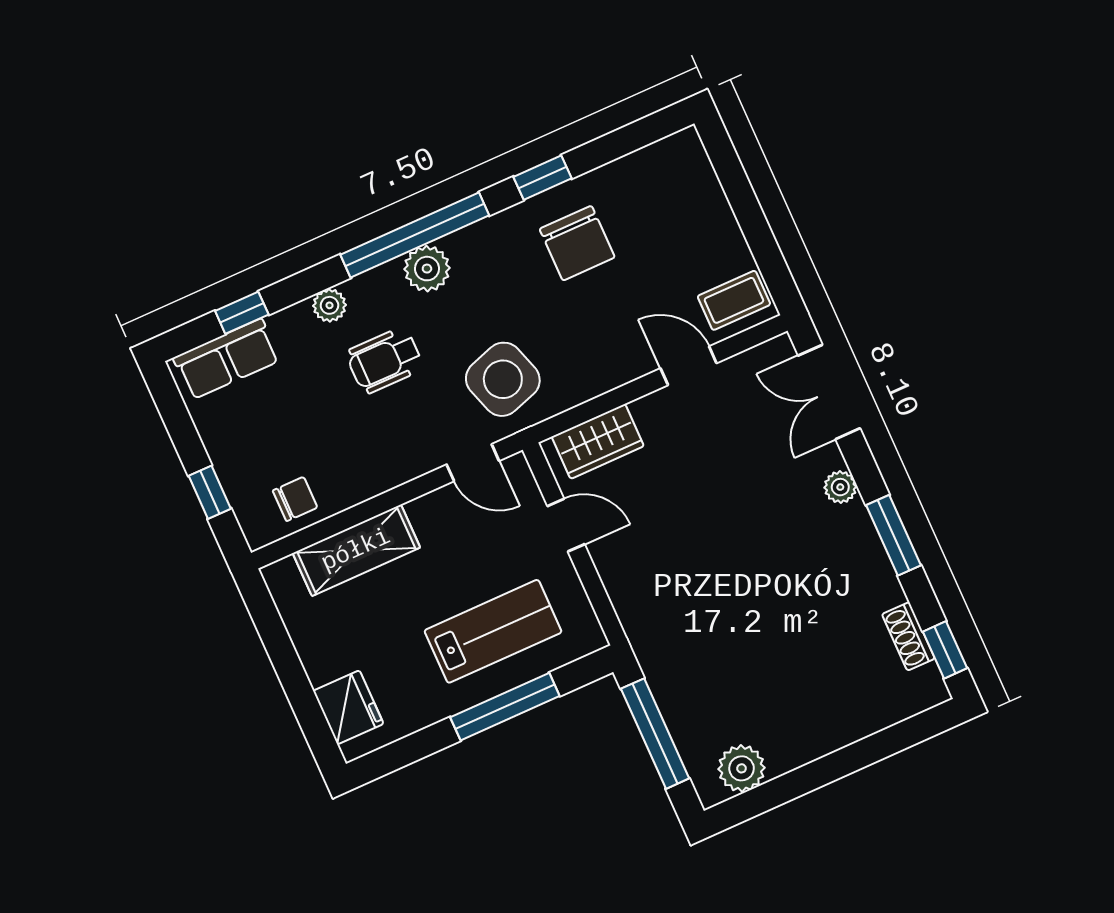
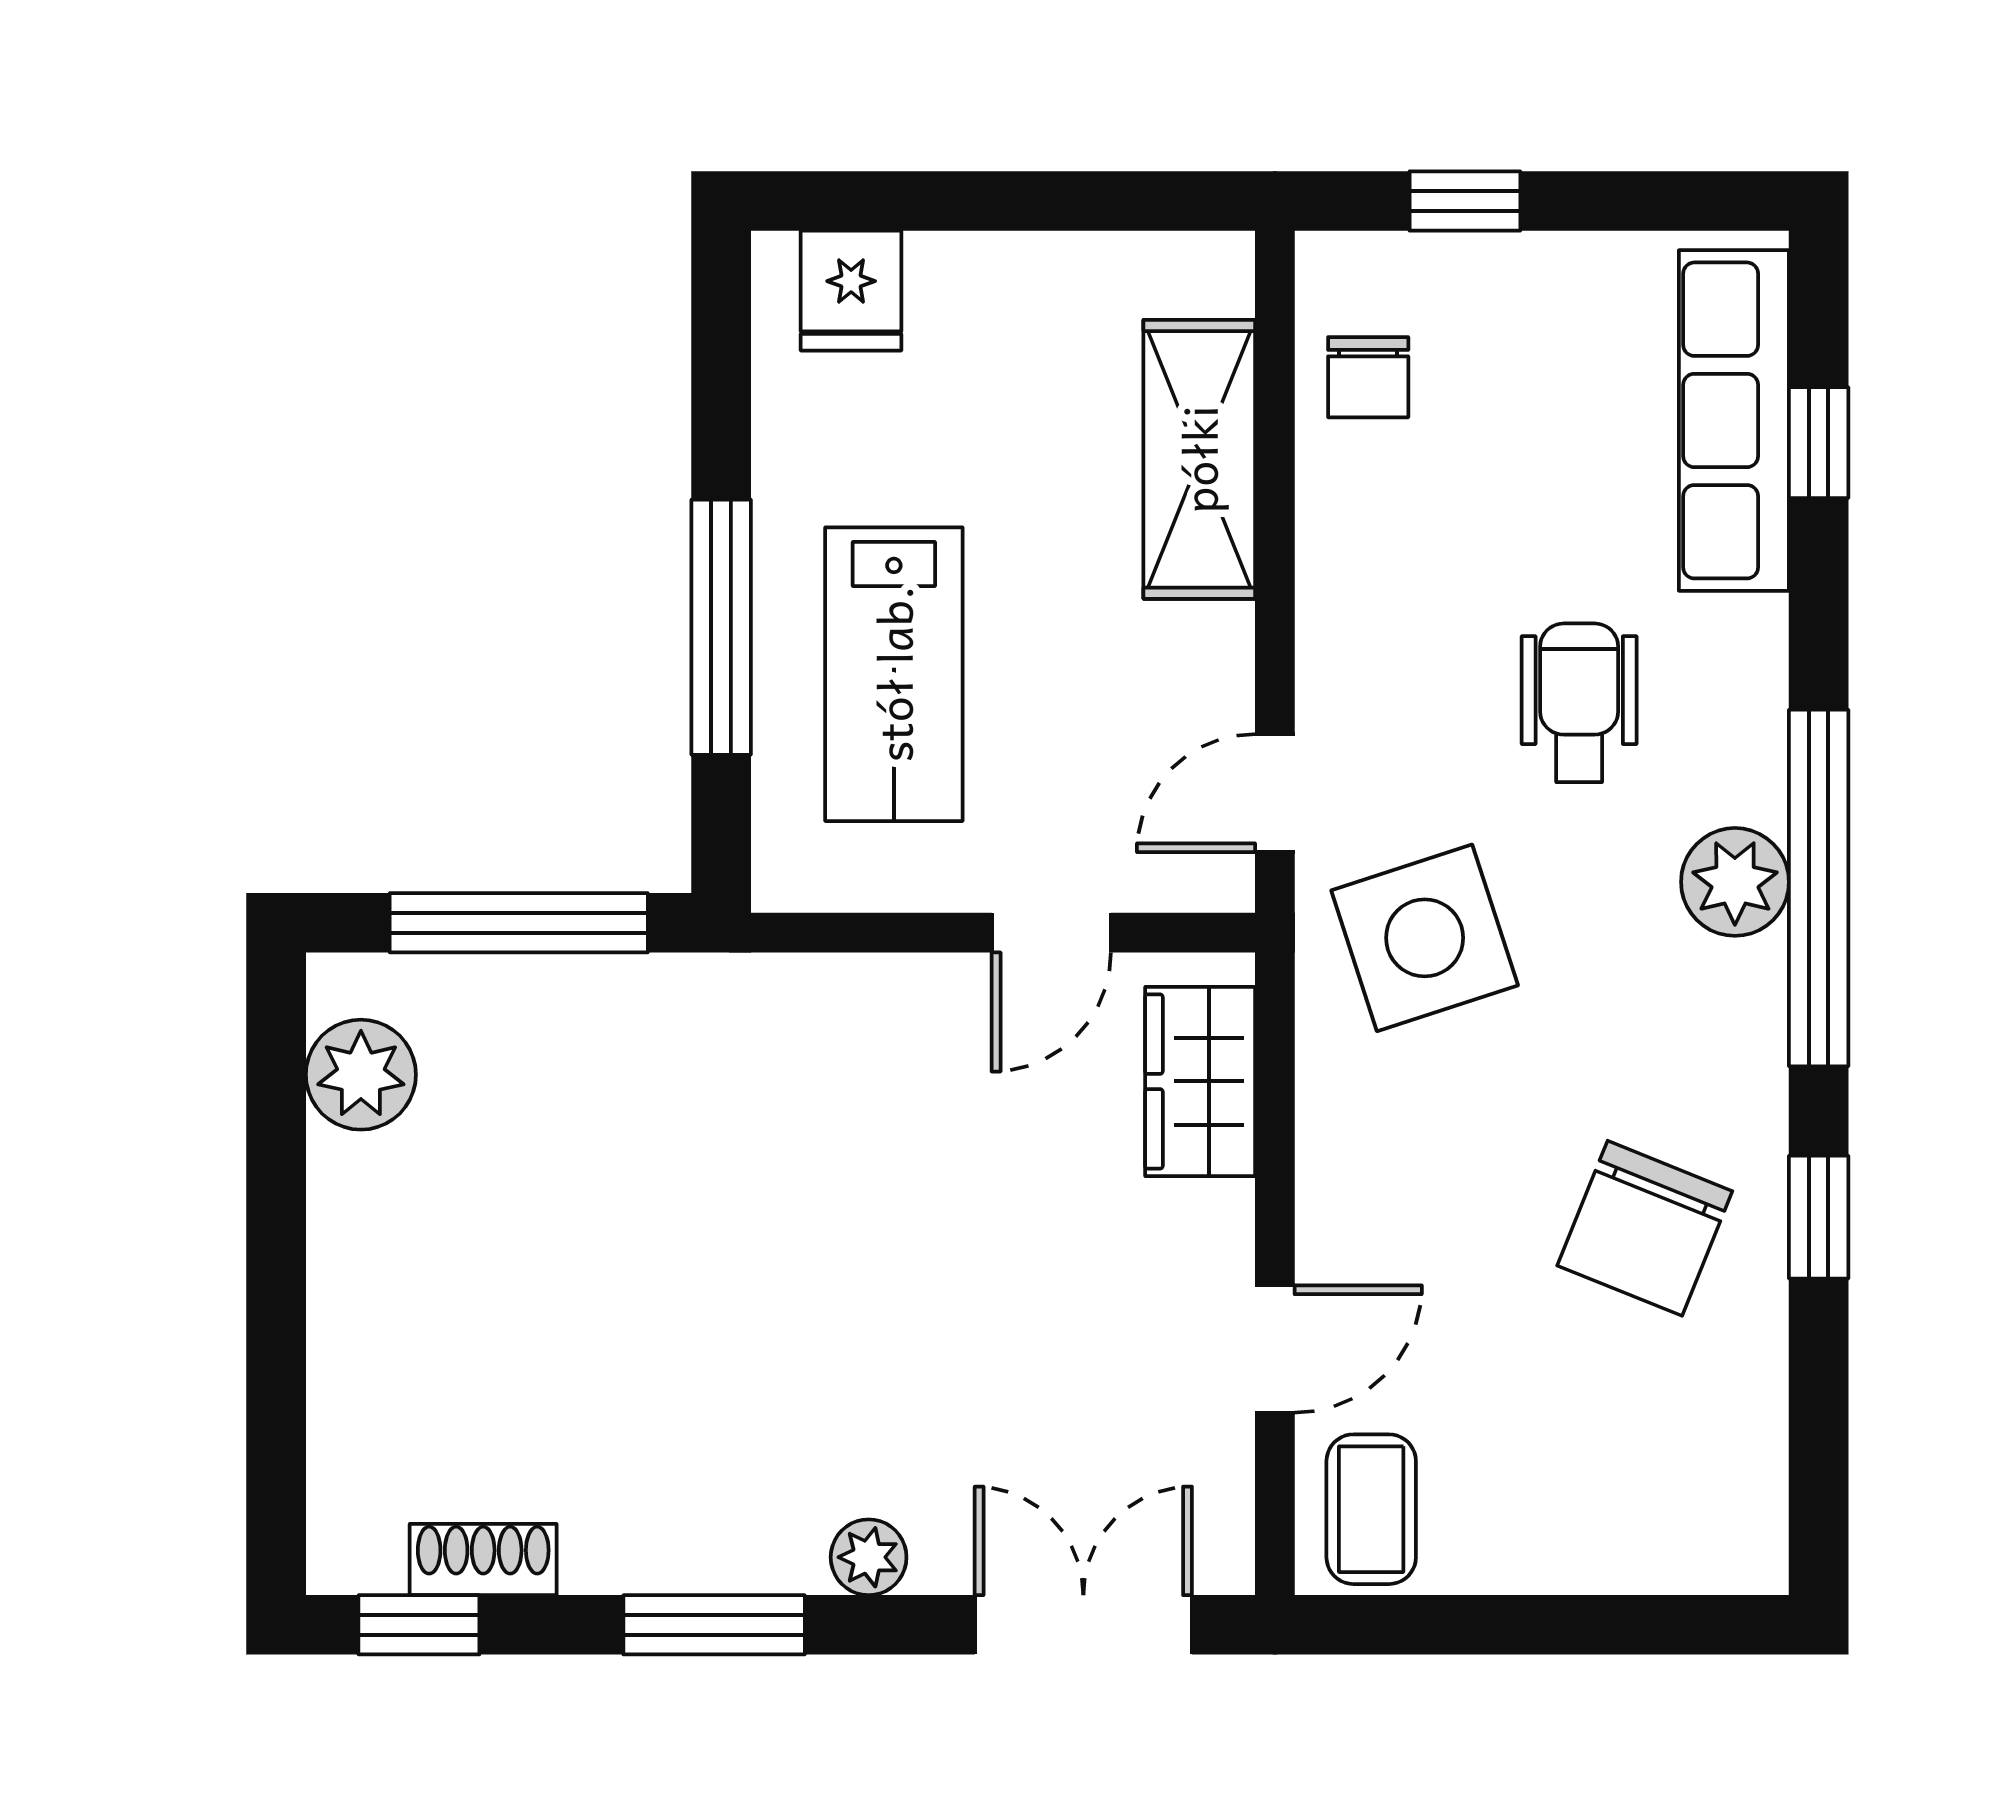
chair: (577, 243) -> (1645, 1228), turned -68
plant: (329, 305) -> (1750, 638), removed
row of seats: (227, 359) -> (1734, 420), width x1.48
fridge: (348, 707) -> (851, 291), width x0.72

